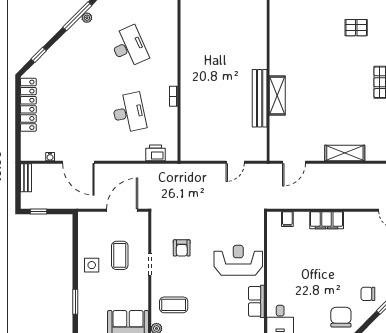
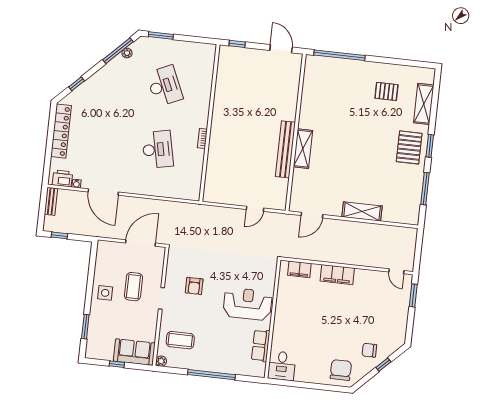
printer: (156, 153) -> (62, 178), moved
filing cabinet: (287, 219) -> (299, 269), width x2.00

